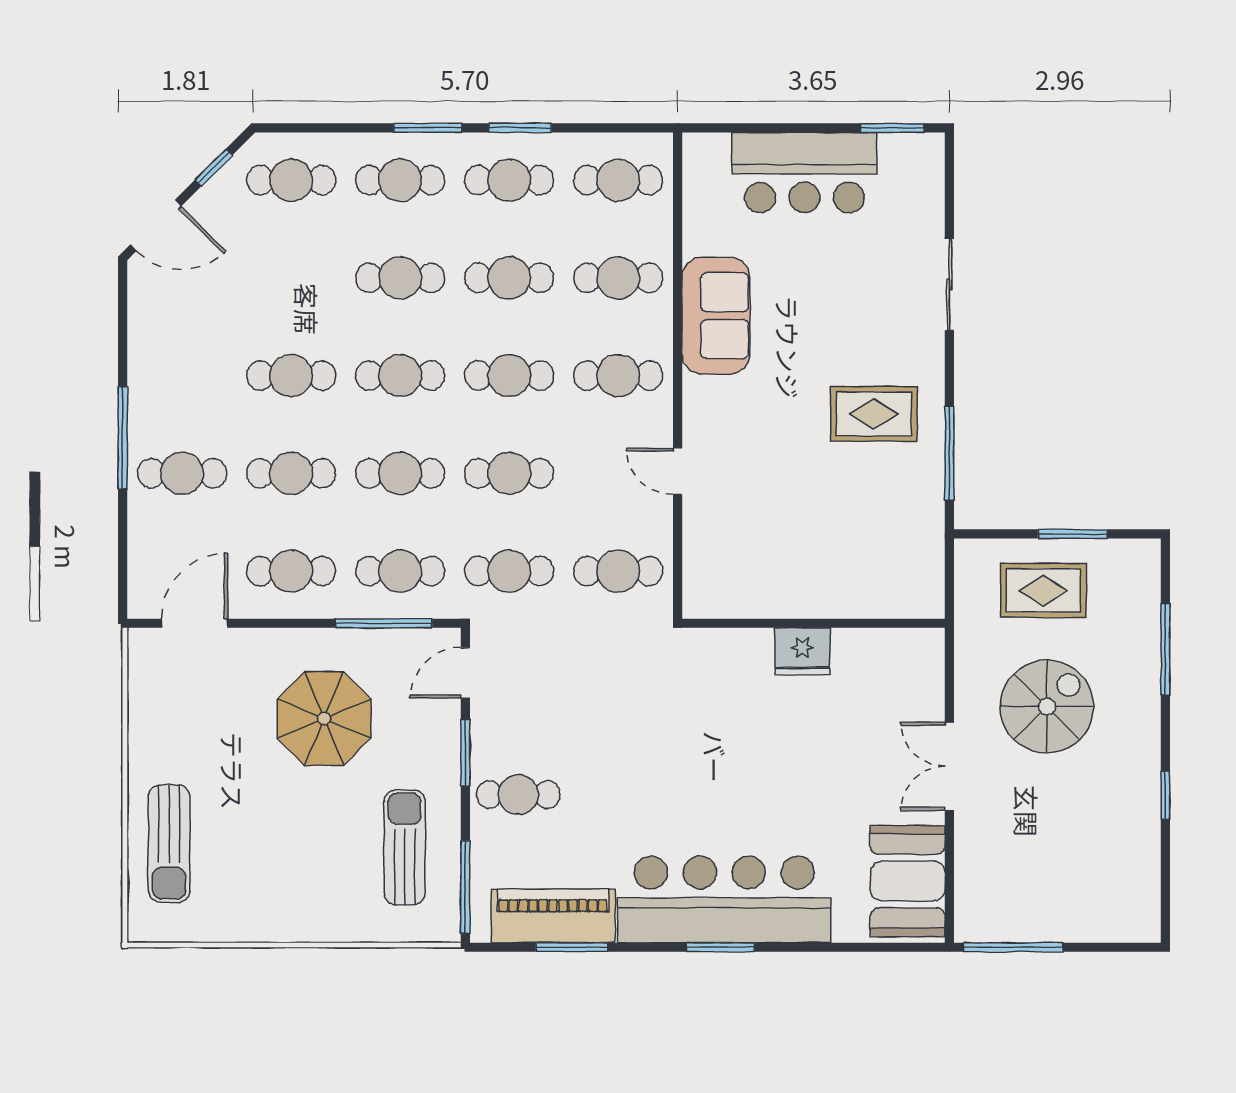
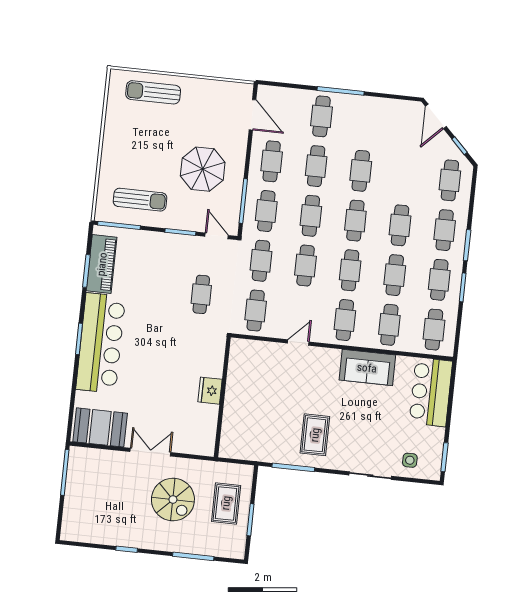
bar counter: (804, 173) -> (431, 392), moved
side table: (907, 202) -> (410, 460), added
cafe table: (518, 795) -> (201, 294), moved

